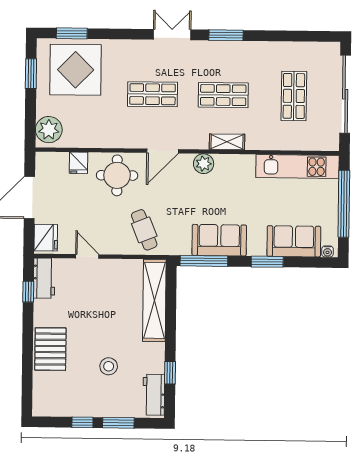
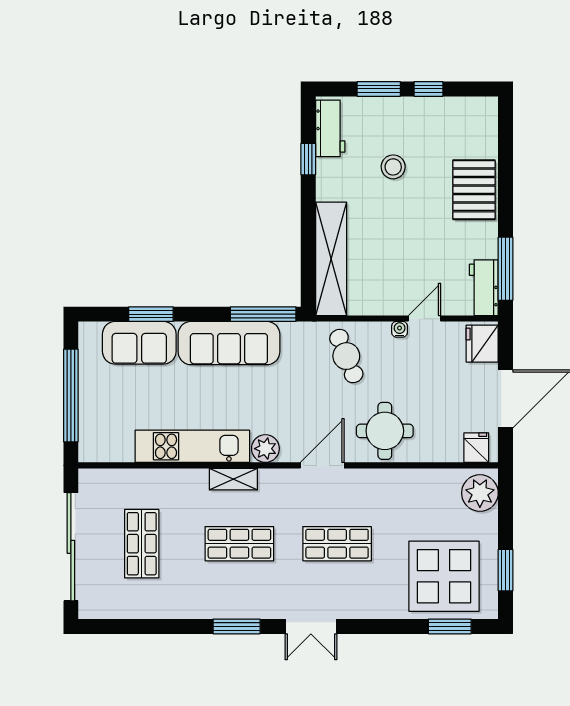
fridge: (79, 163) -> (476, 448), moved
kitchen unit: (298, 166) -> (192, 446), moved
sofa: (219, 240) -> (229, 343), width x1.36
water cooler: (327, 251) -> (400, 329), moved
door: (87, 256) -> (425, 319), swing flipped
window: (267, 262) -> (151, 314), moved
window: (28, 292) -> (506, 269), width x2.17

